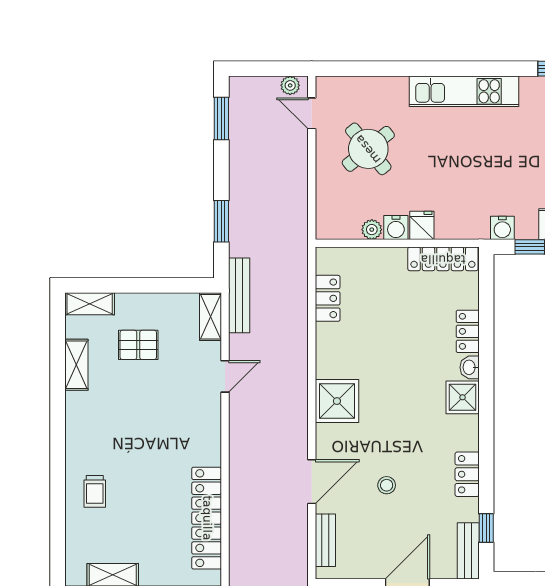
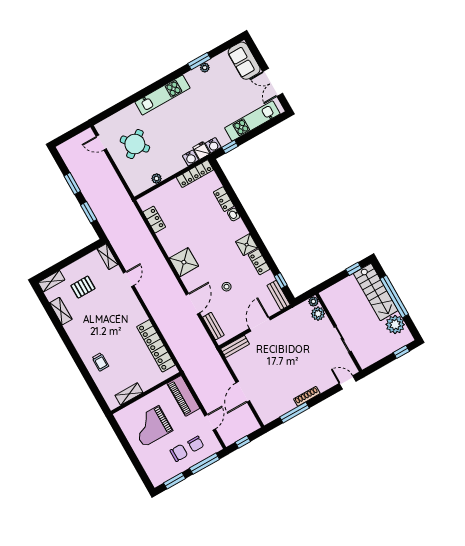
plant: (290, 85) -> (85, 136), removed
window: (221, 119) -> (72, 184), moved
fridge: (422, 225) -> (201, 151), moved
water cooler: (396, 228) -> (191, 158), moved
bench: (239, 295) -> (115, 240), removed
shower: (463, 397) -> (247, 245), moved

